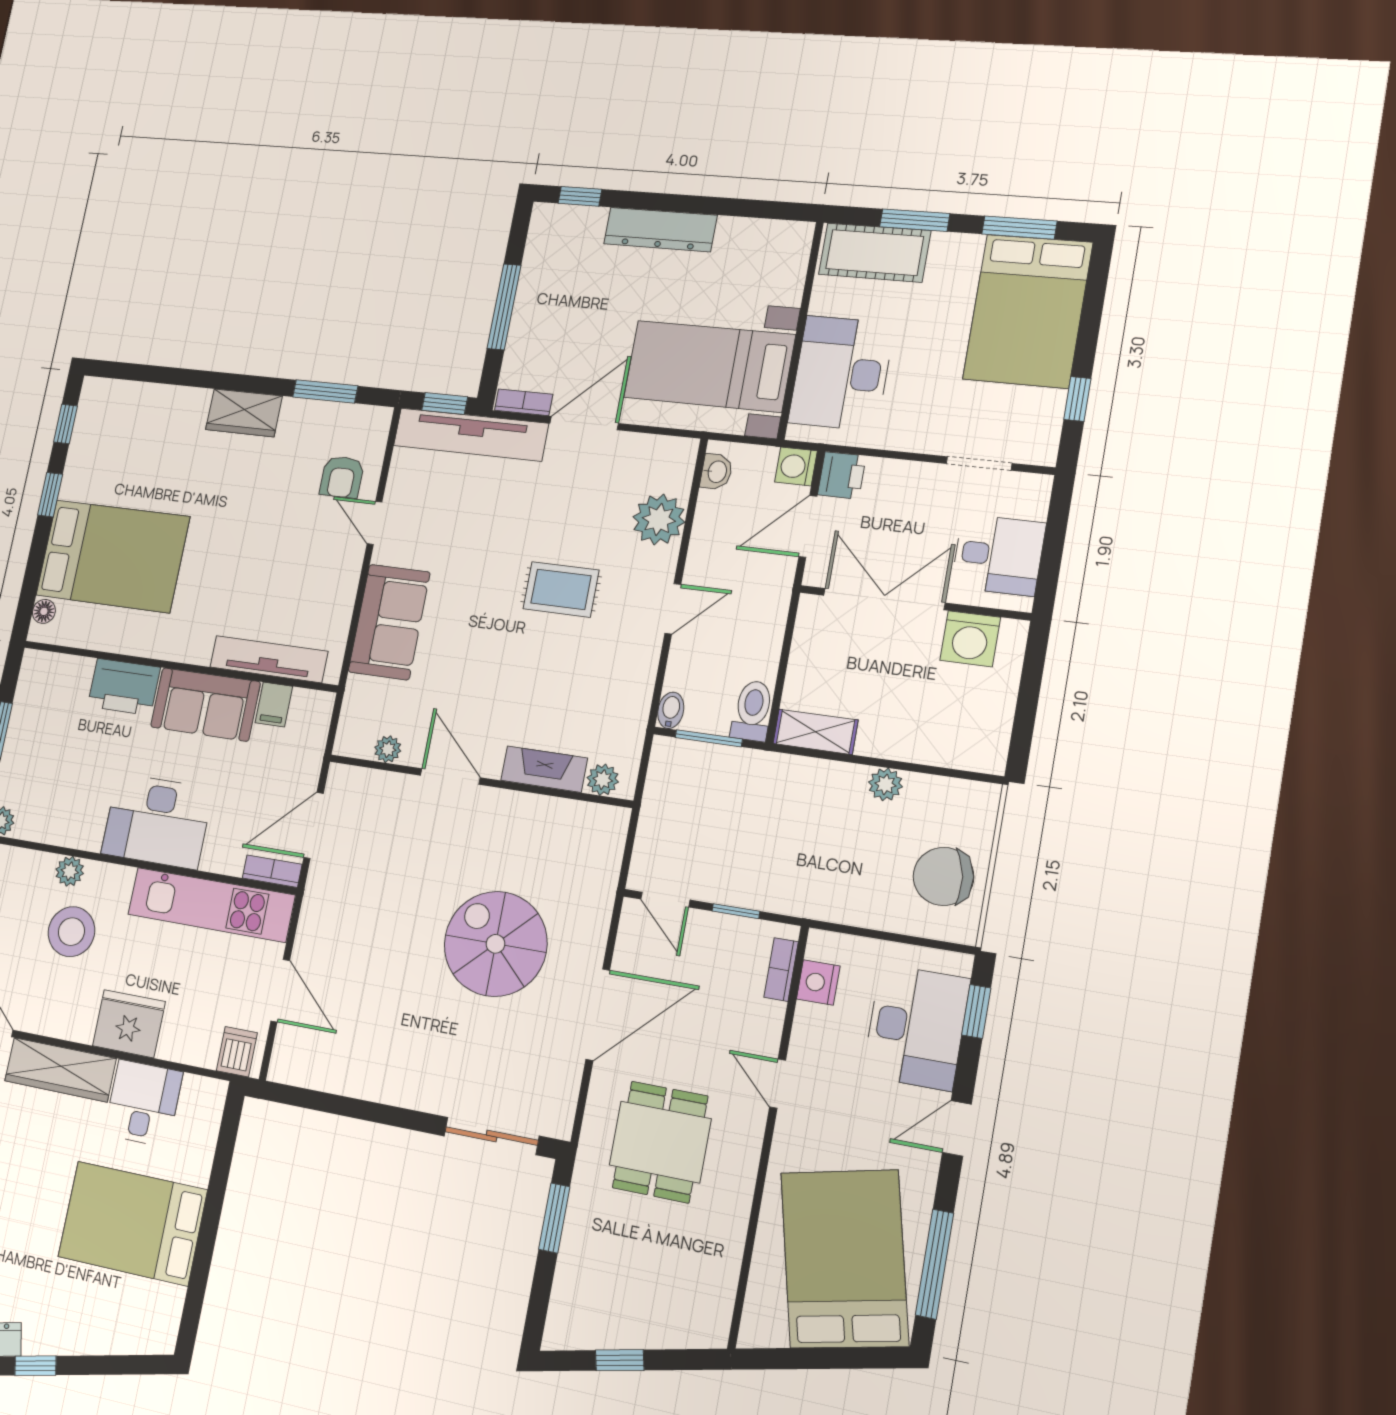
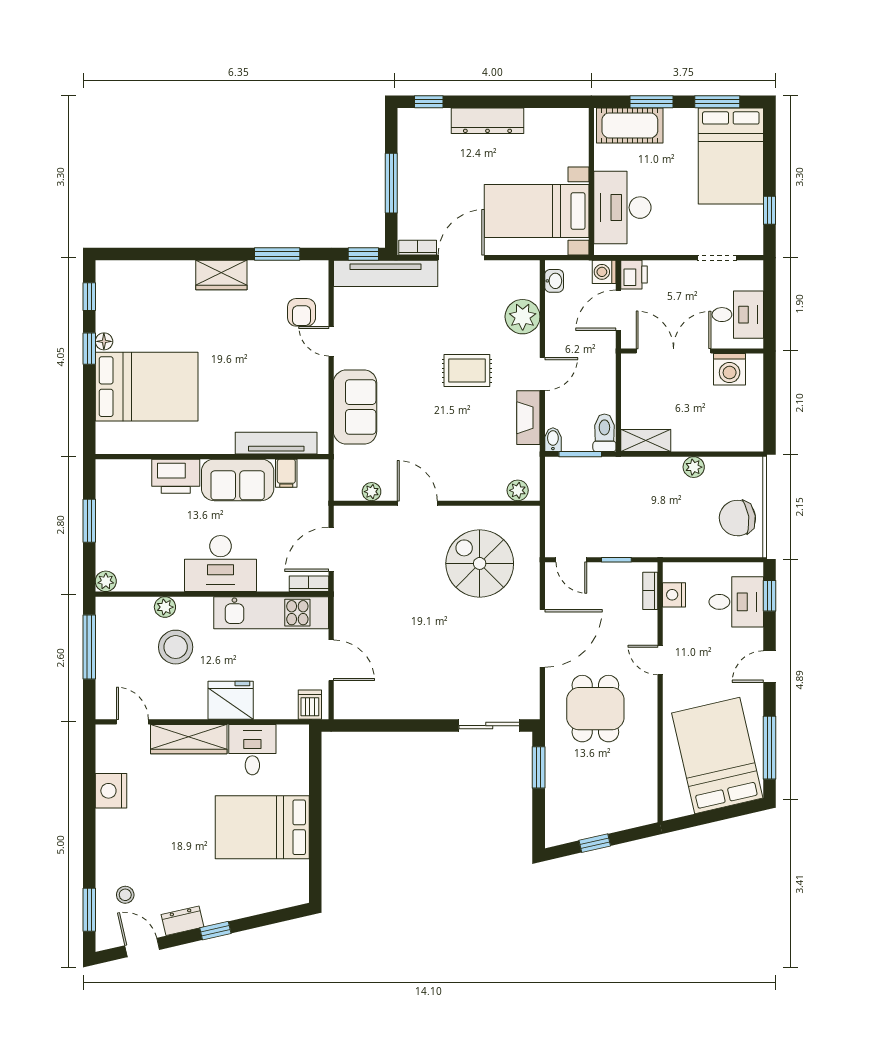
floor lamp: (44, 611) -> (104, 341), moved
fireplace: (544, 769) -> (528, 418), moved, turned -90
spiral stairs: (496, 944) -> (480, 563), moved
desk: (916, 1027) -> (736, 602), width x0.73

